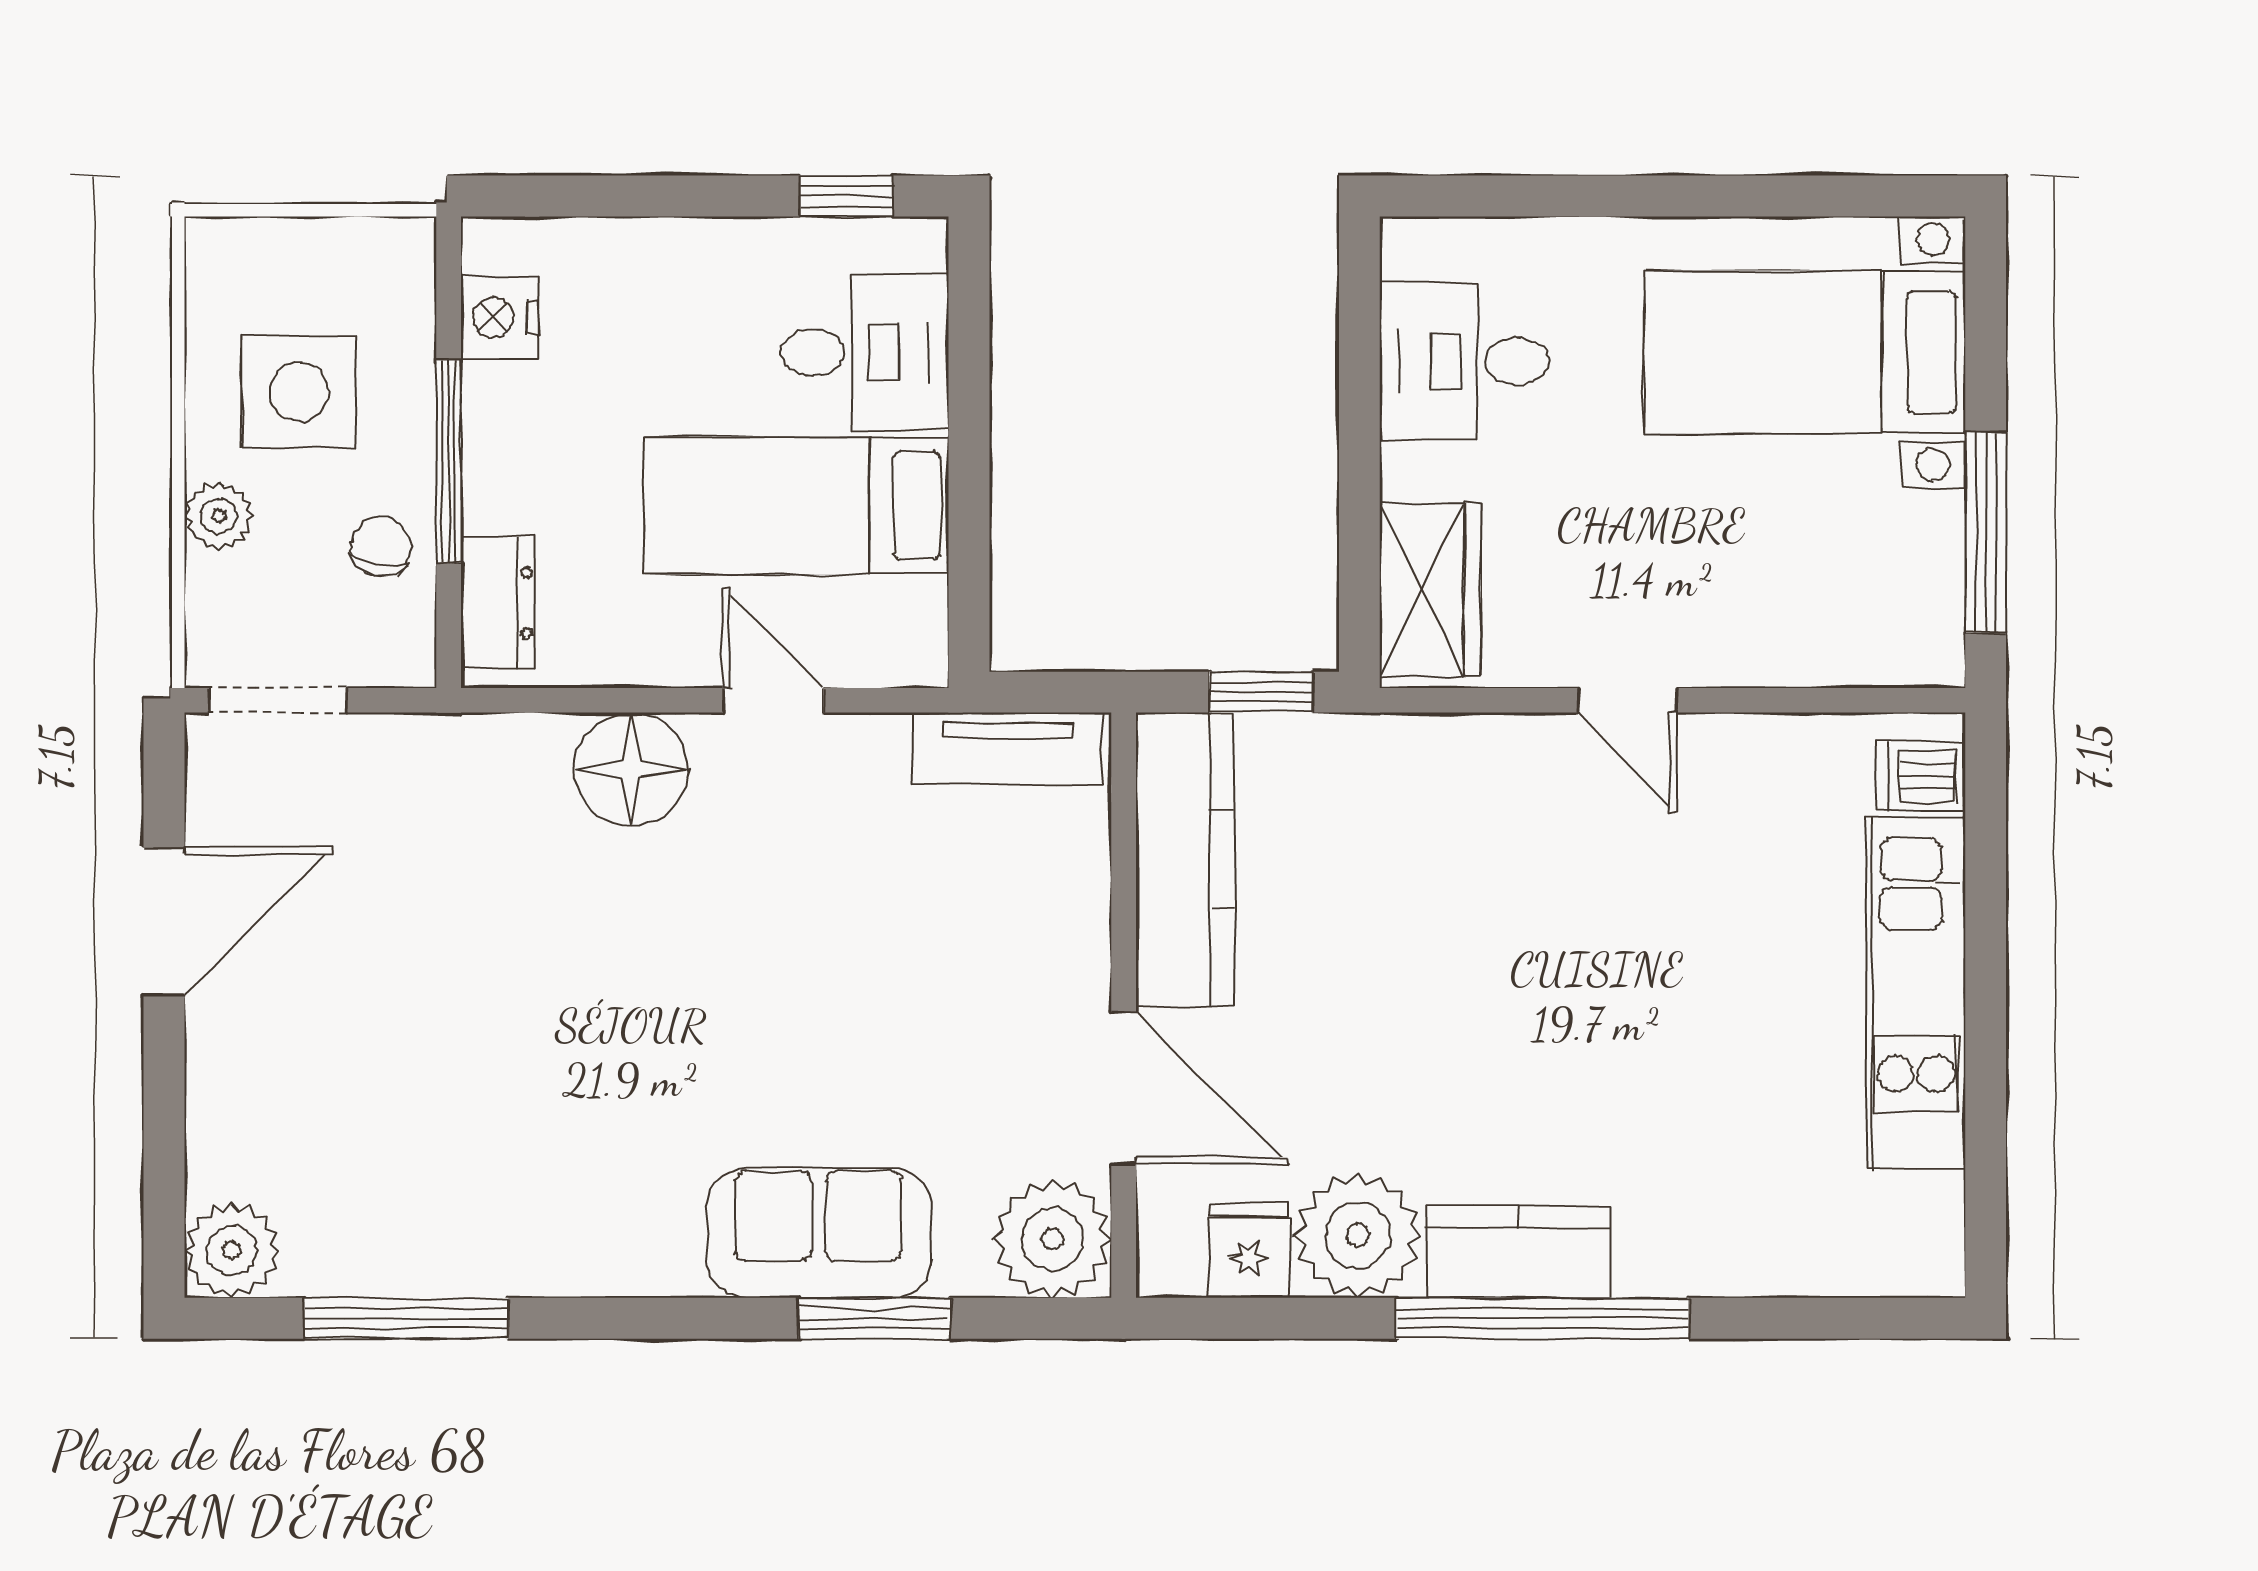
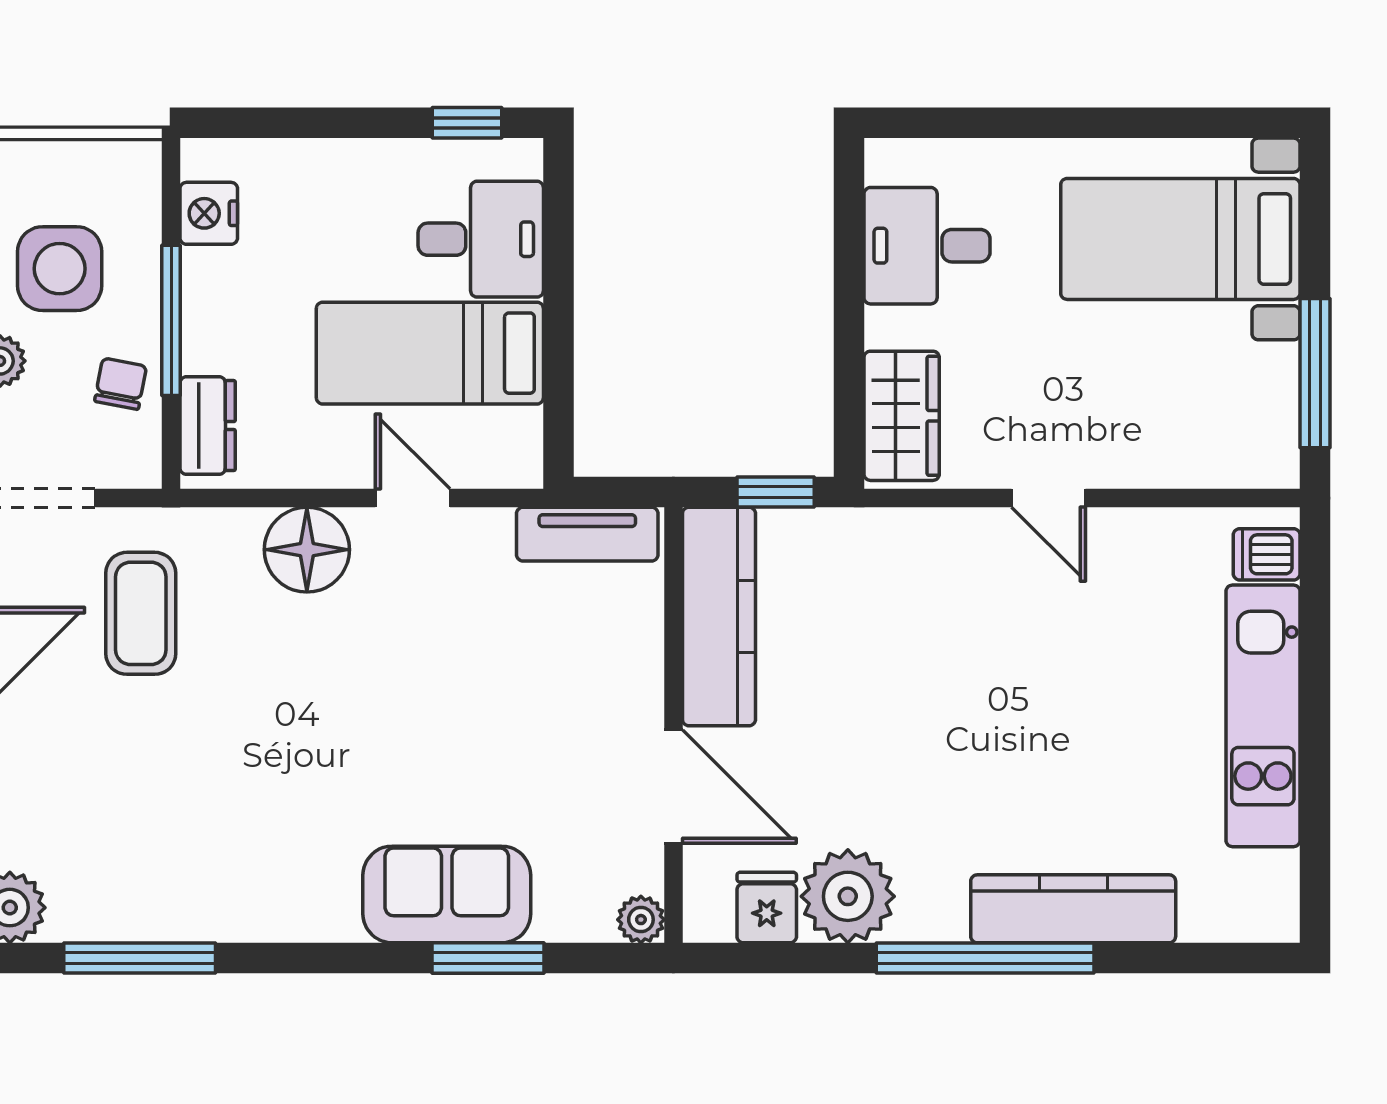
coffee table: (408, 855) -> (141, 613), added
plant: (1052, 1239) -> (641, 920), width x0.53, depth x0.53
kitchen counter: (1519, 1252) -> (1073, 909), moved, width x1.50

